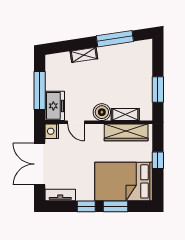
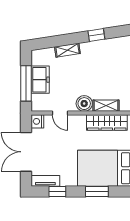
window: (115, 39) -> (96, 35), width x0.46
freezer: (55, 106) -> (40, 80), moved
window: (86, 206) -> (57, 191), moved

